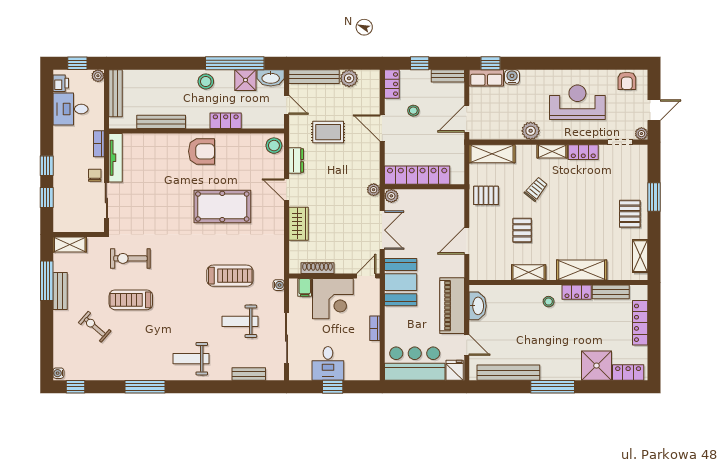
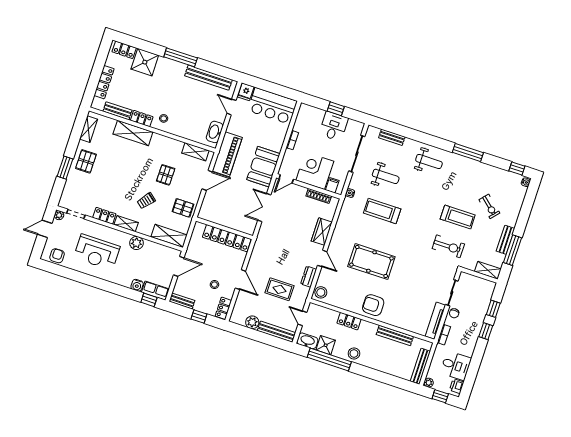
plant: (374, 190) -> (261, 238), removed
plant: (391, 196) -> (250, 230), removed
shelving: (529, 272) -> (195, 152), moved
piano: (452, 306) -> (227, 154), moved

